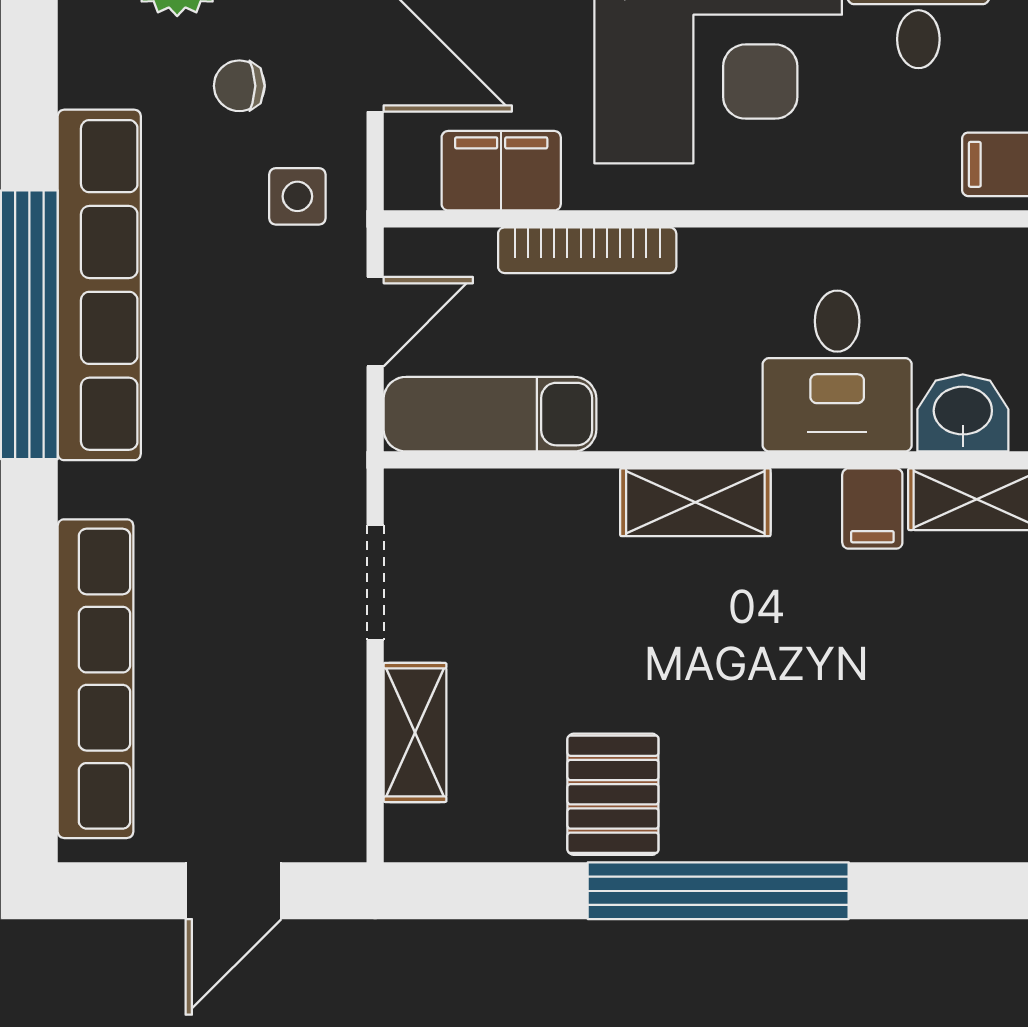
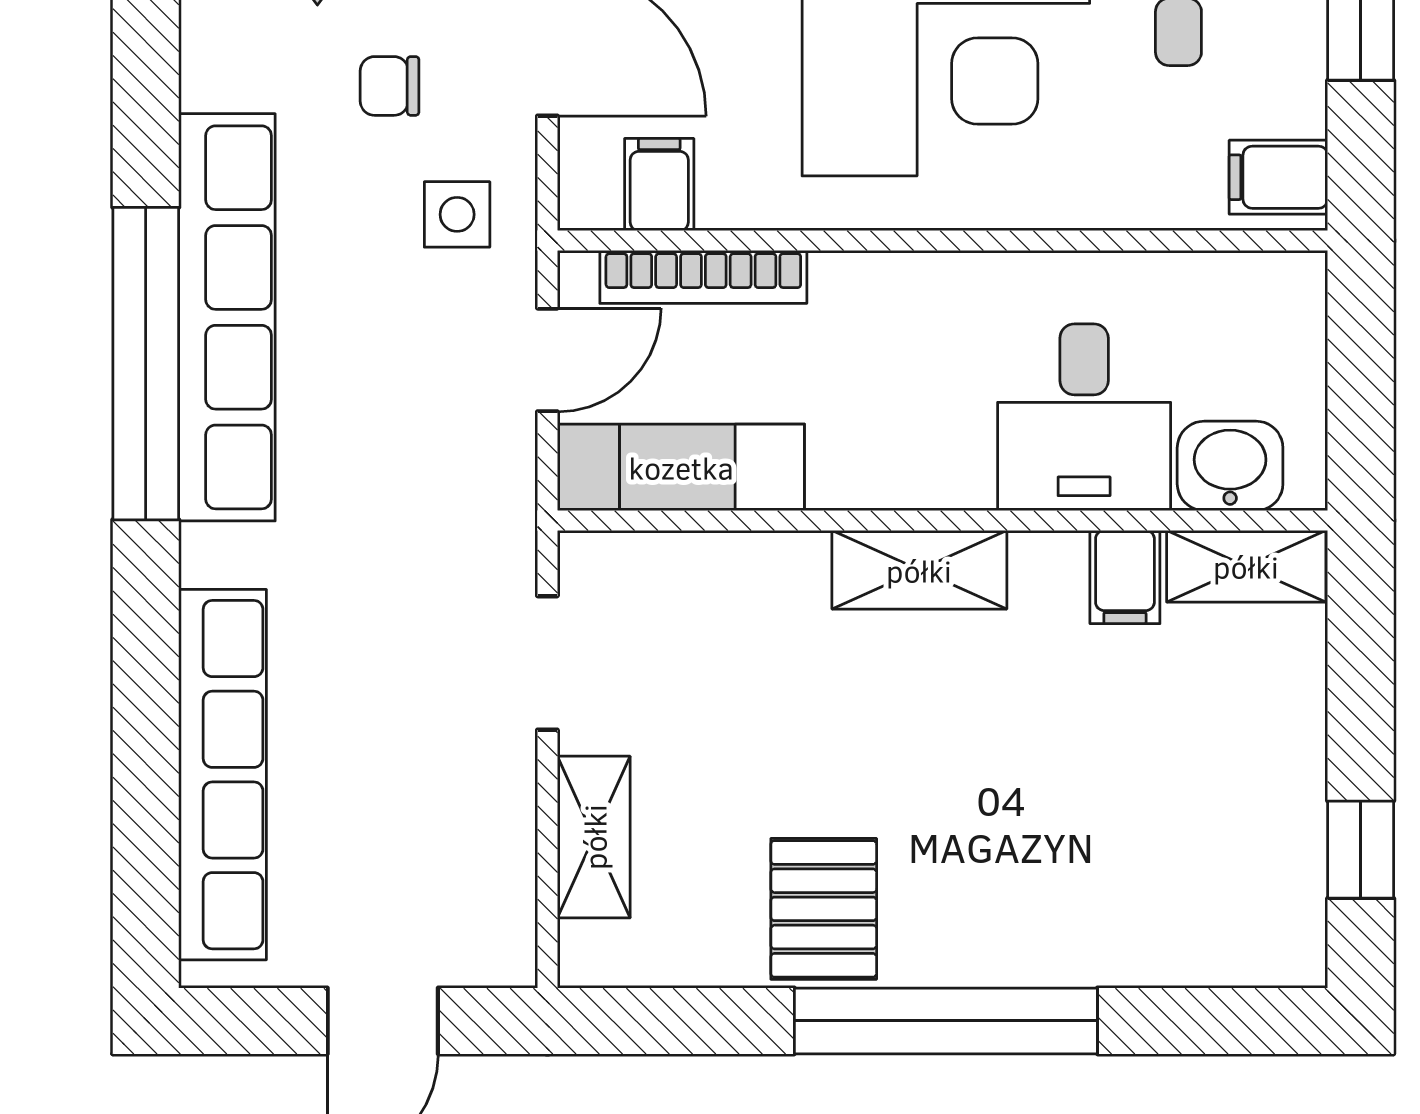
filing cabinet: (501, 171) -> (659, 185), width x0.50
bookcase: (587, 250) -> (703, 277), moved

